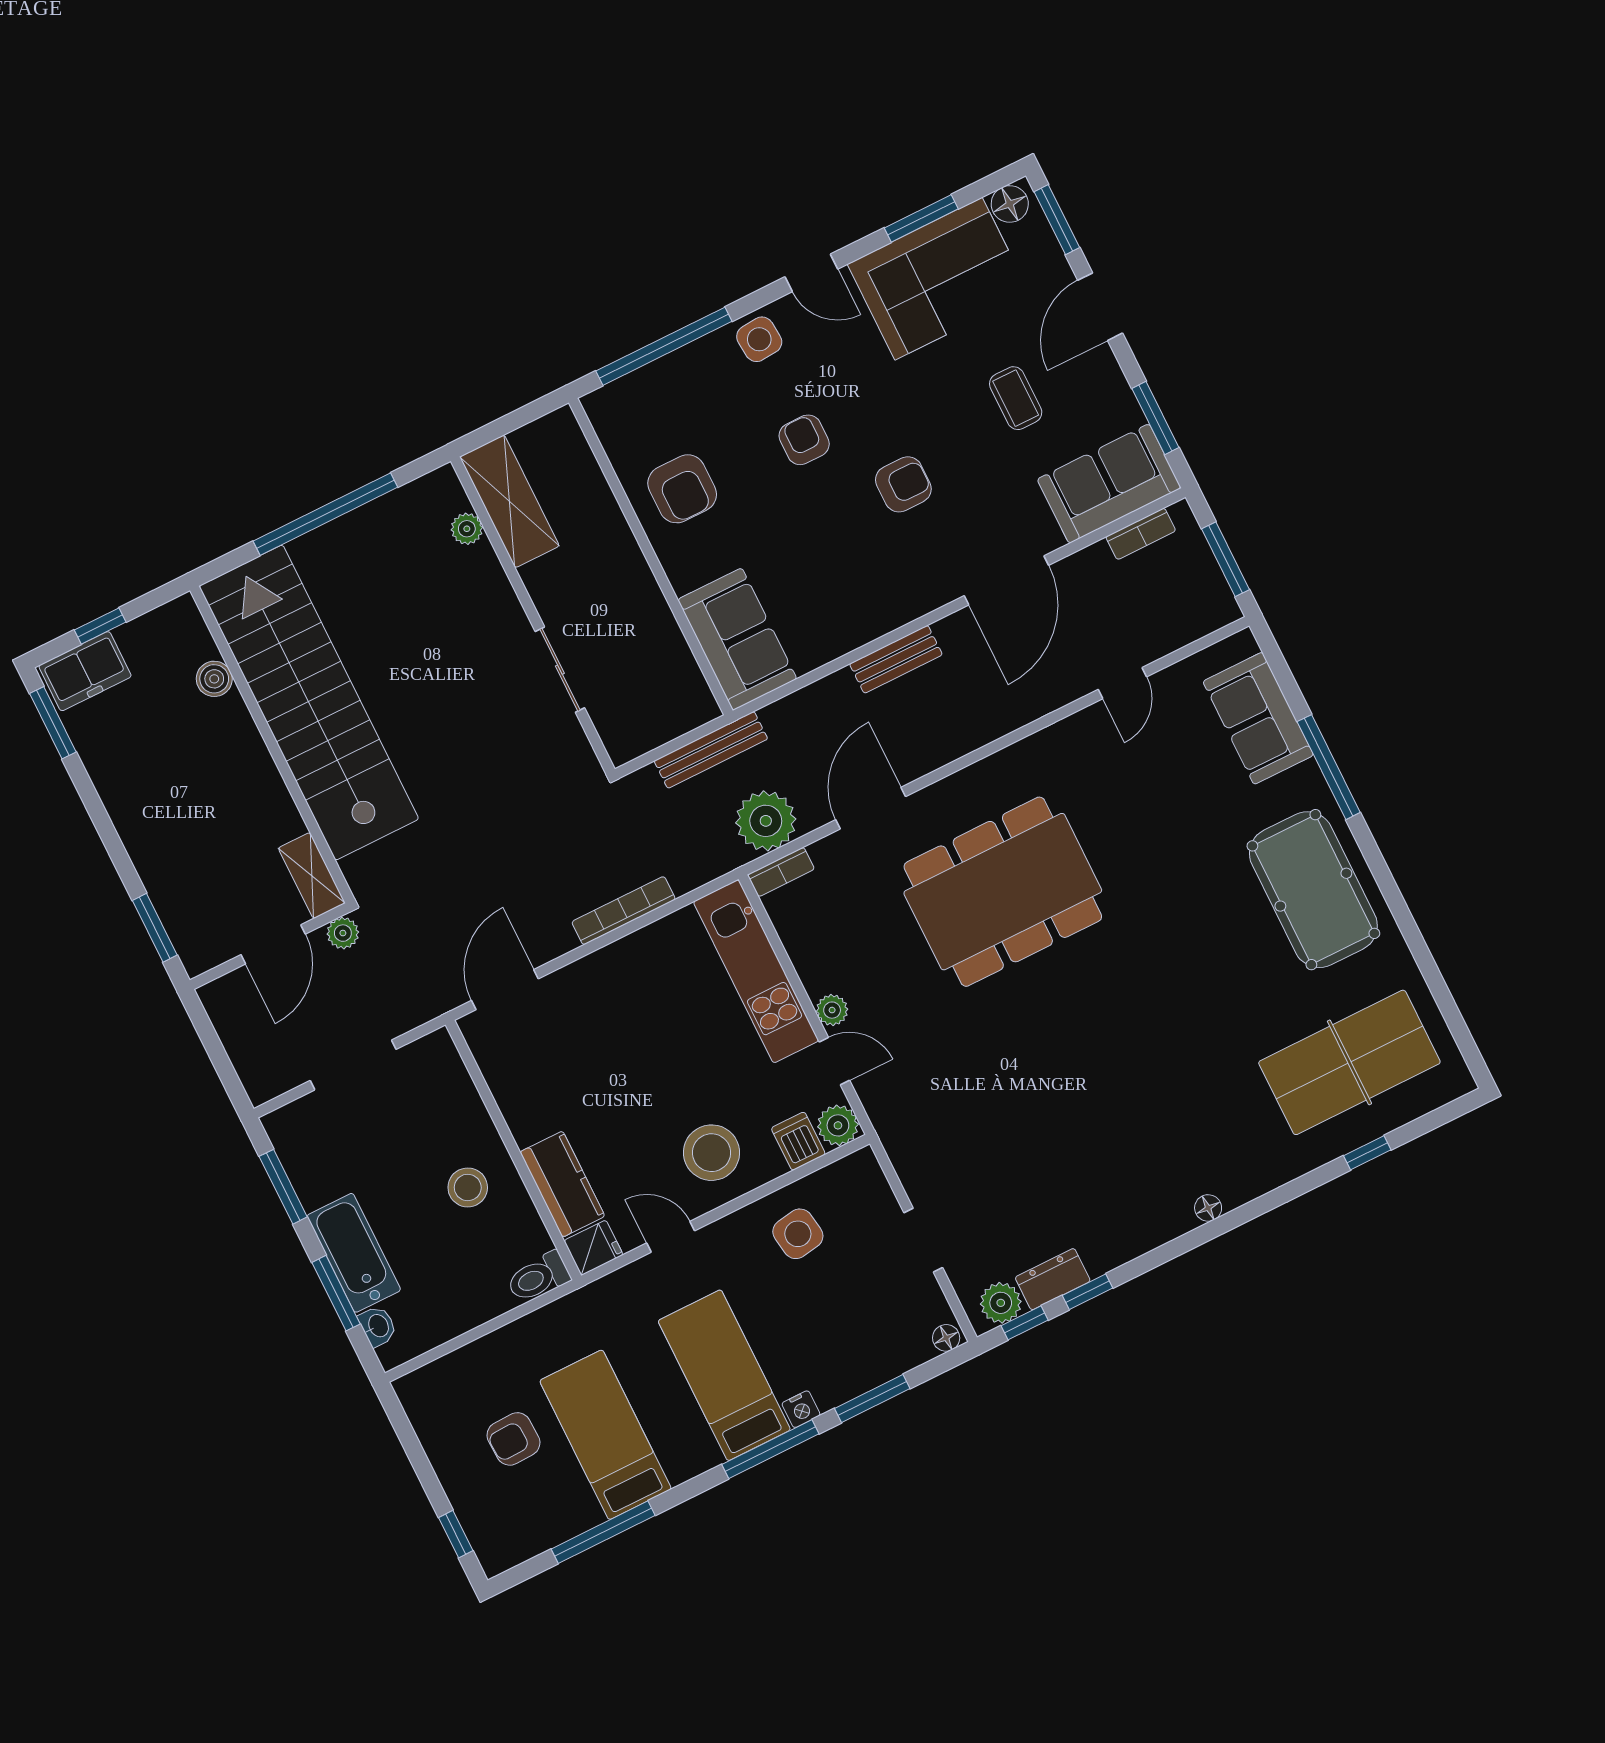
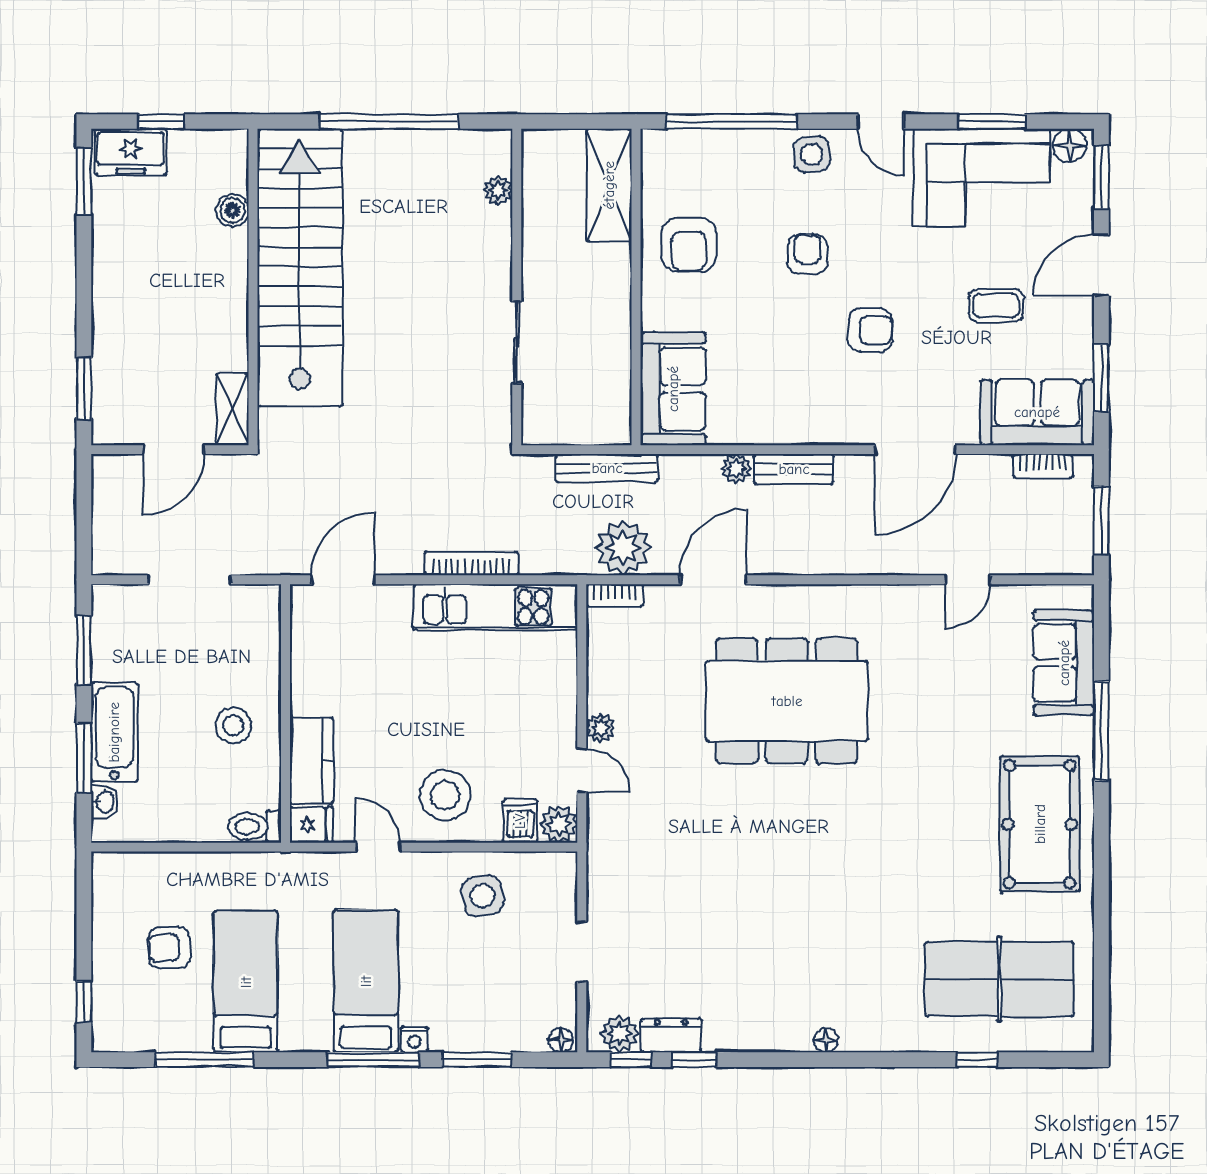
coffee table: (1016, 398) -> (996, 305), turned 90
shelving: (510, 501) -> (609, 185), moved
plant: (343, 933) -> (736, 468), moved
kitchen unit: (756, 971) -> (495, 607), moved, turned -90

